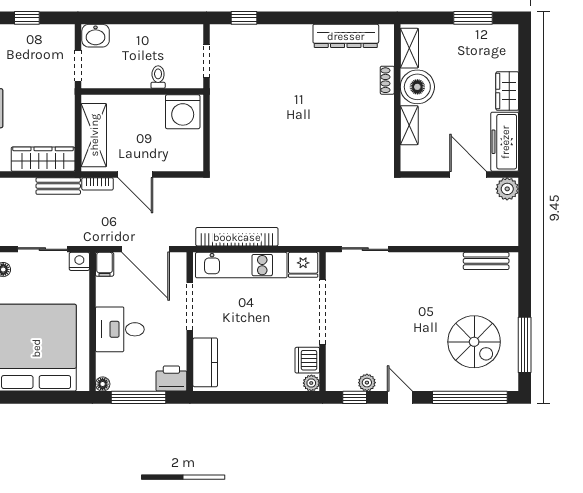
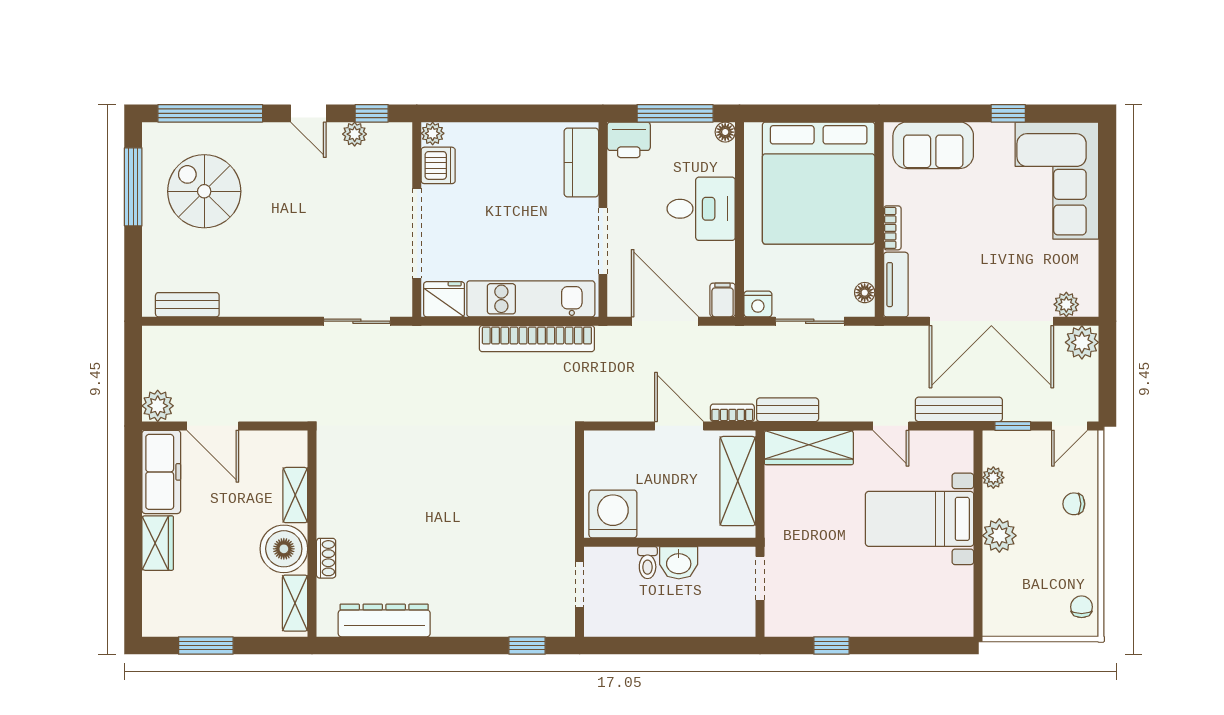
washbasin: (96, 36) -> (679, 563), moved, turned 180

